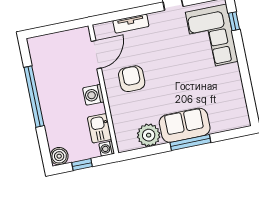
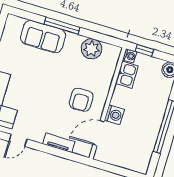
washing machine: (93, 95) -> (114, 115), moved
sofa: (185, 125) -> (43, 37), moved
window: (82, 165) -> (144, 50), moved

